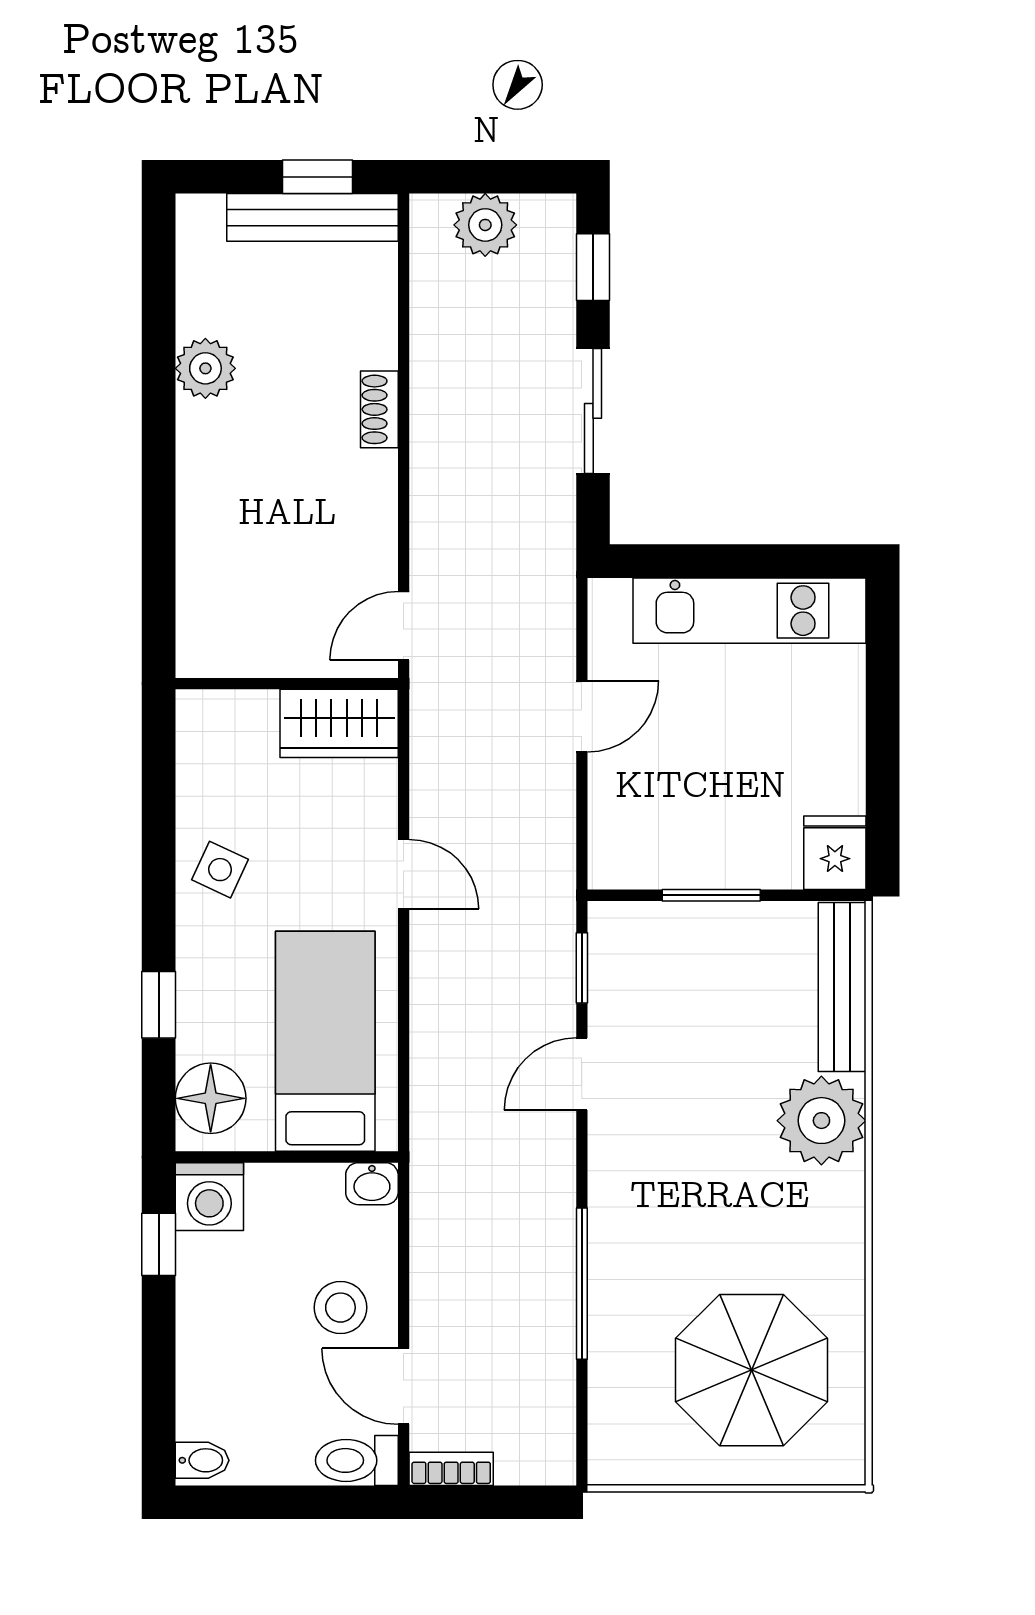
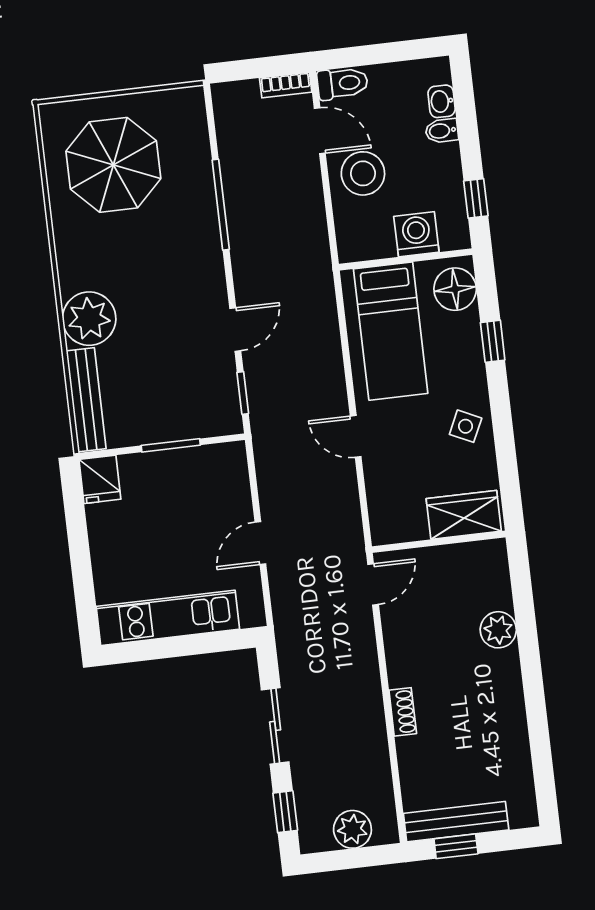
plant: (205, 368) -> (498, 630), moved
wardrobe: (339, 723) -> (464, 515), moved
washbasin: (372, 1184) -> (442, 101), moved, turned -90
washing machine: (209, 1197) -> (416, 234), moved
stool: (340, 1308) -> (363, 173), width x1.38, depth x1.38
bidet: (202, 1460) -> (442, 131), moved

